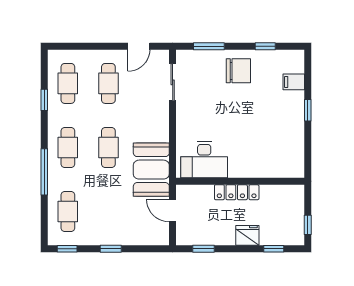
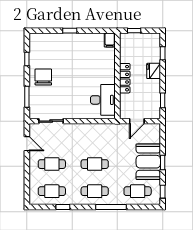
filing cabinet: (294, 82) -> (110, 40), moved
booth: (151, 170) -> (148, 162), moved, turned 90
window: (308, 225) -> (134, 31), moved

